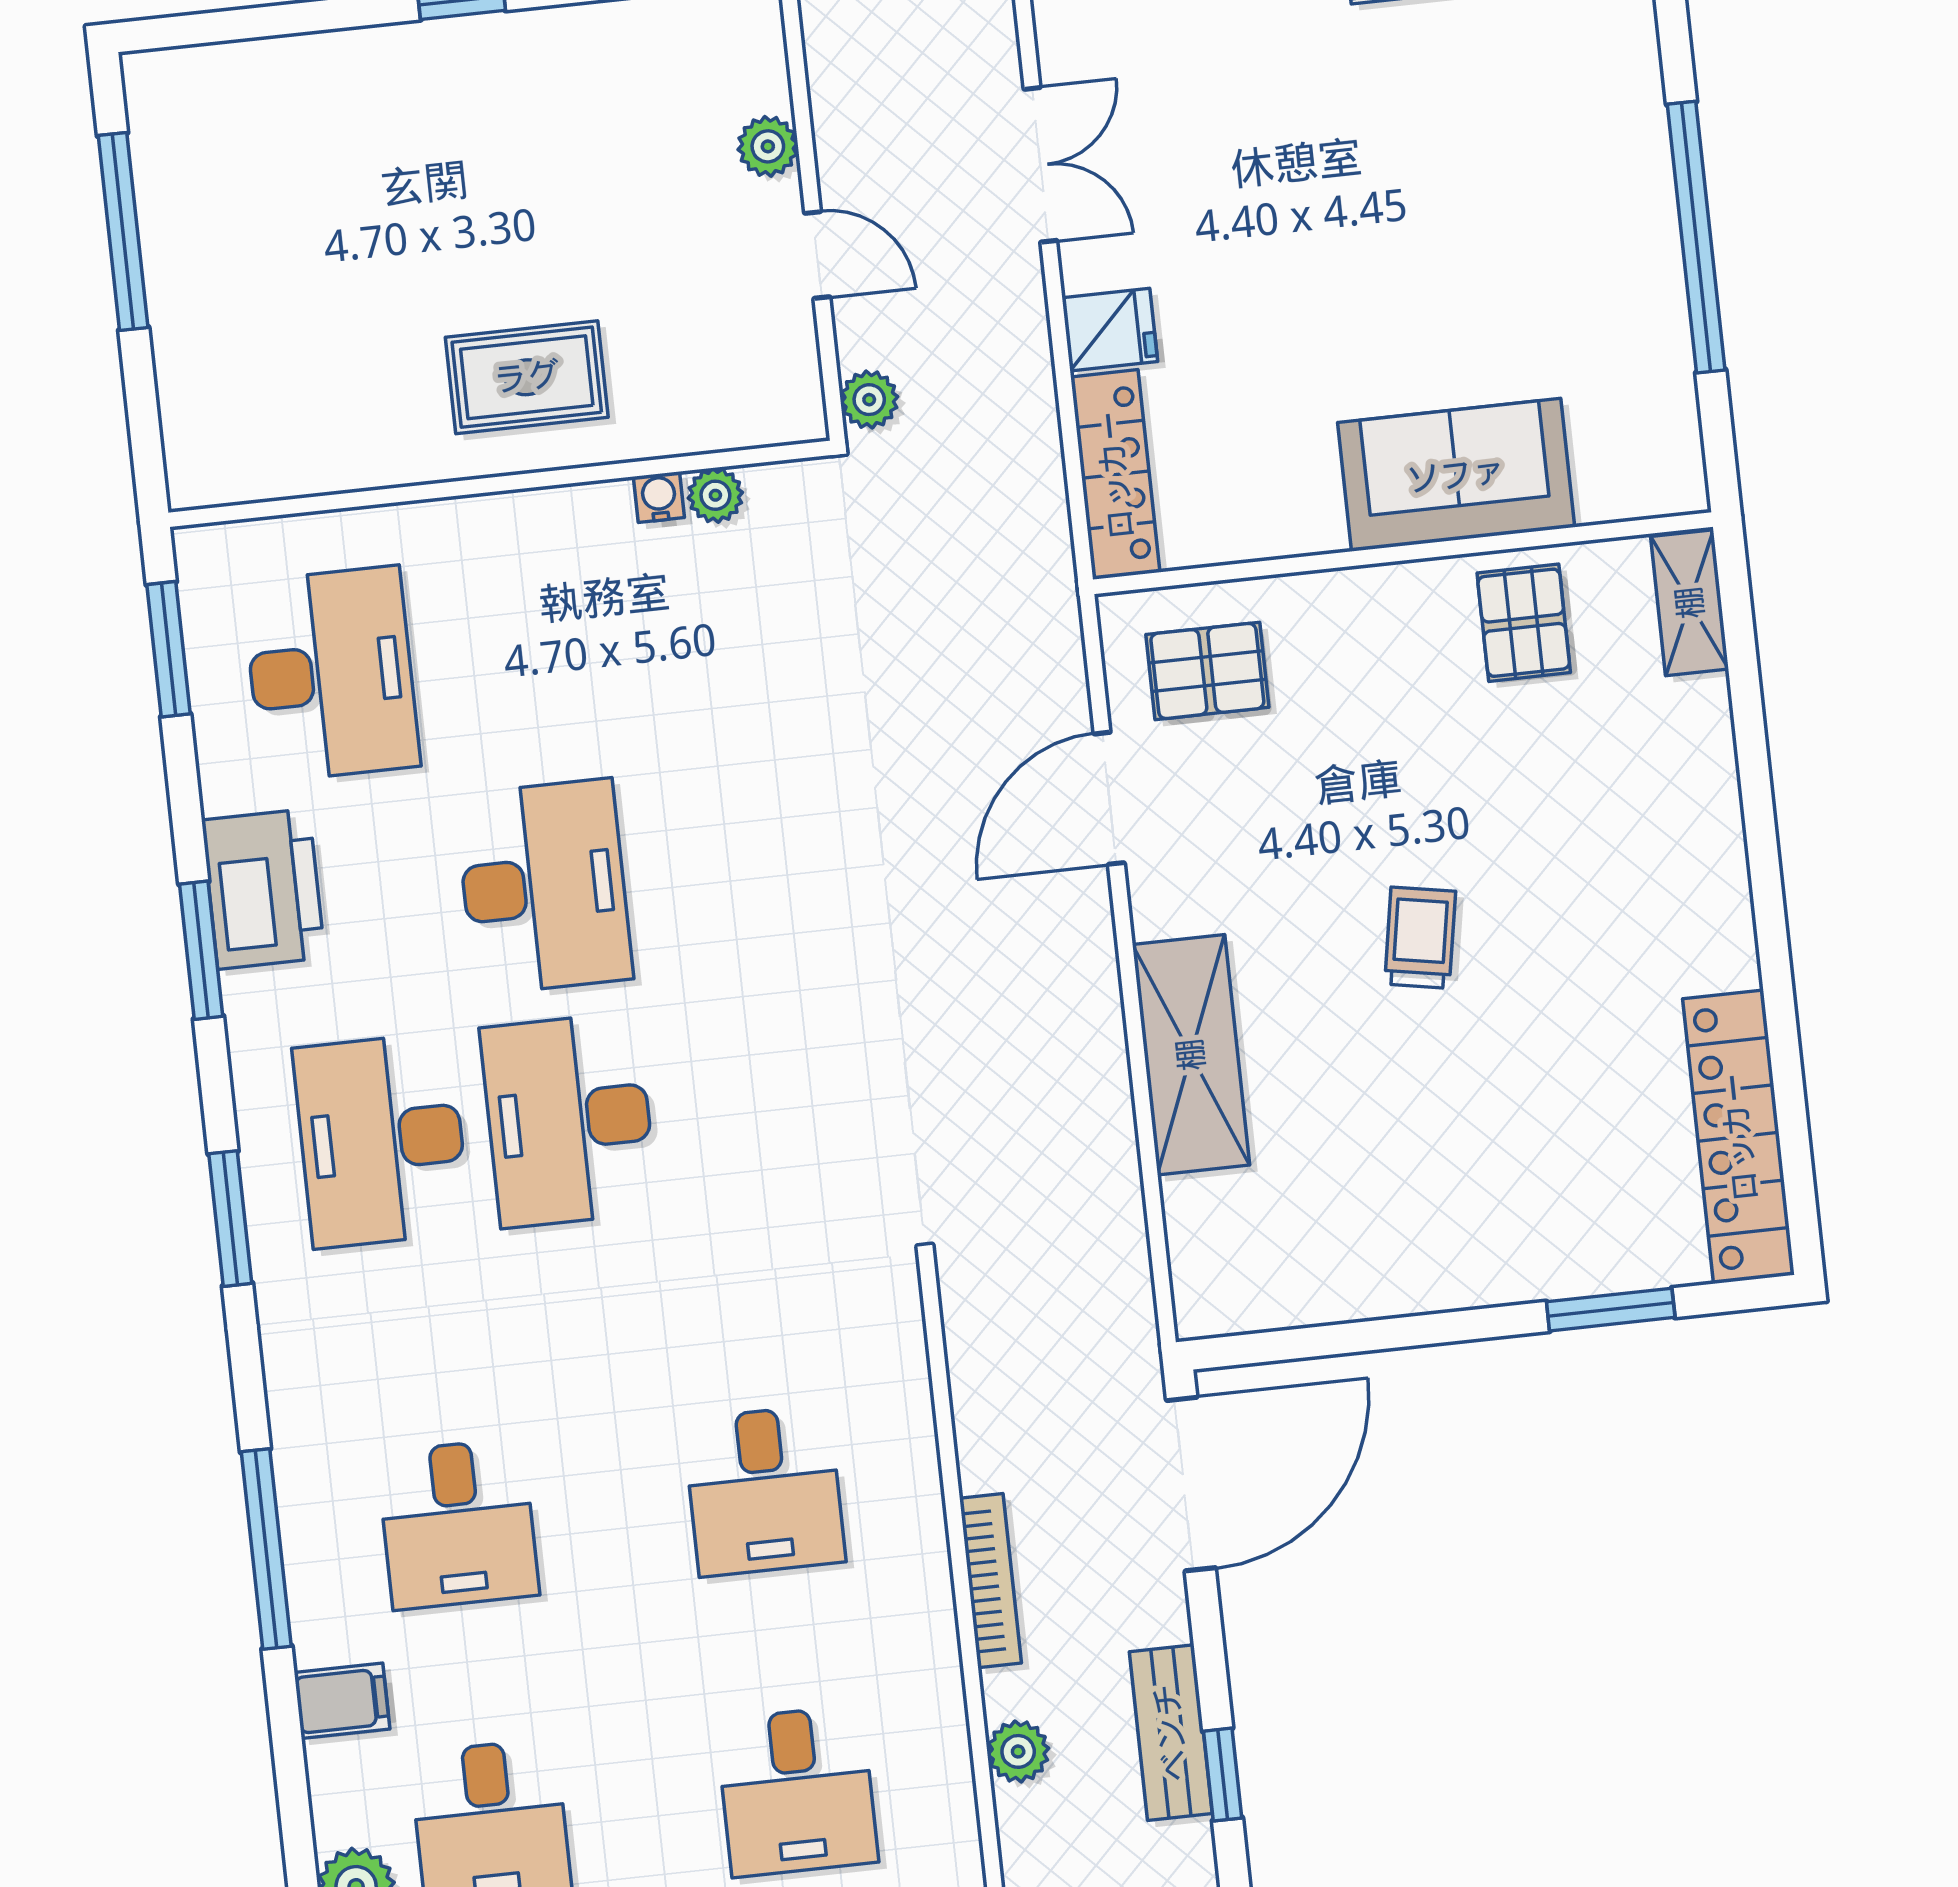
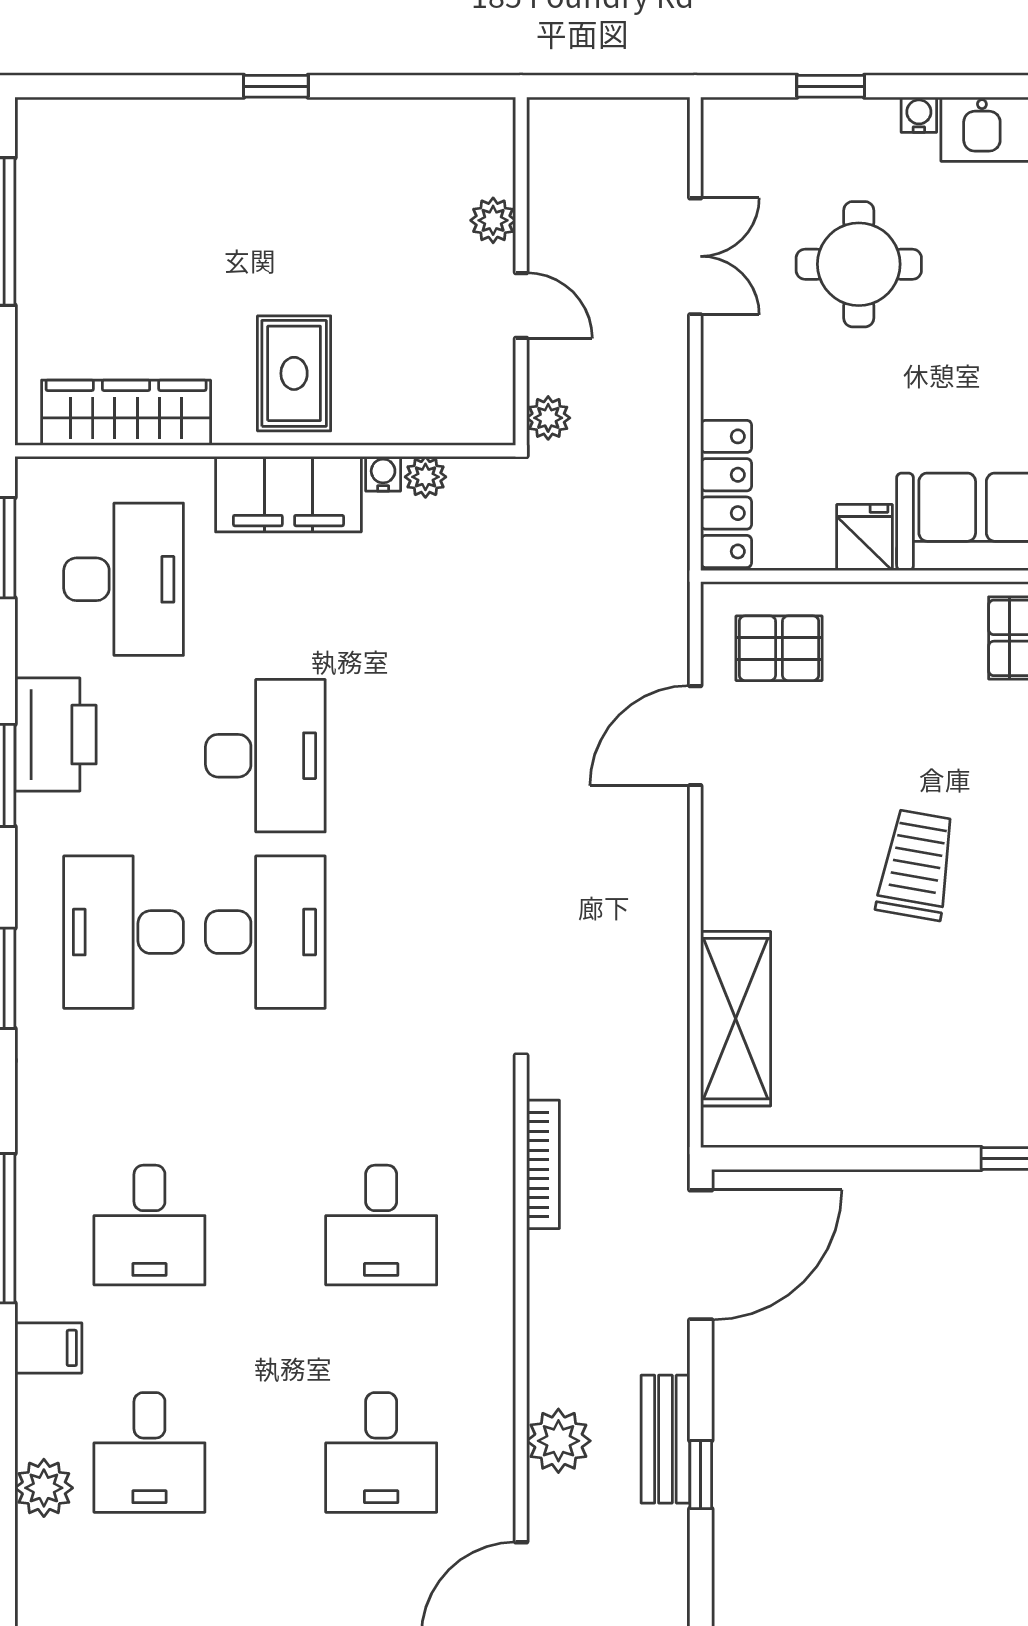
round table: (1258, 152) -> (859, 264), added
fridge: (1110, 330) -> (864, 538), moved, turned -90
rug: (527, 377) -> (294, 373), turned 90
wardrobe: (310, 453) -> (126, 413), added
filing cabinet: (537, 538) -> (288, 494), added
trolley: (1420, 938) -> (916, 865), width x1.36, depth x1.39
shelving: (1191, 1055) -> (736, 1019), moved
desk: (569, 1120) -> (265, 932), turned 180
bookcase: (990, 1581) -> (543, 1164), moved
plant: (1018, 1751) -> (558, 1441), width x1.38, depth x1.38

